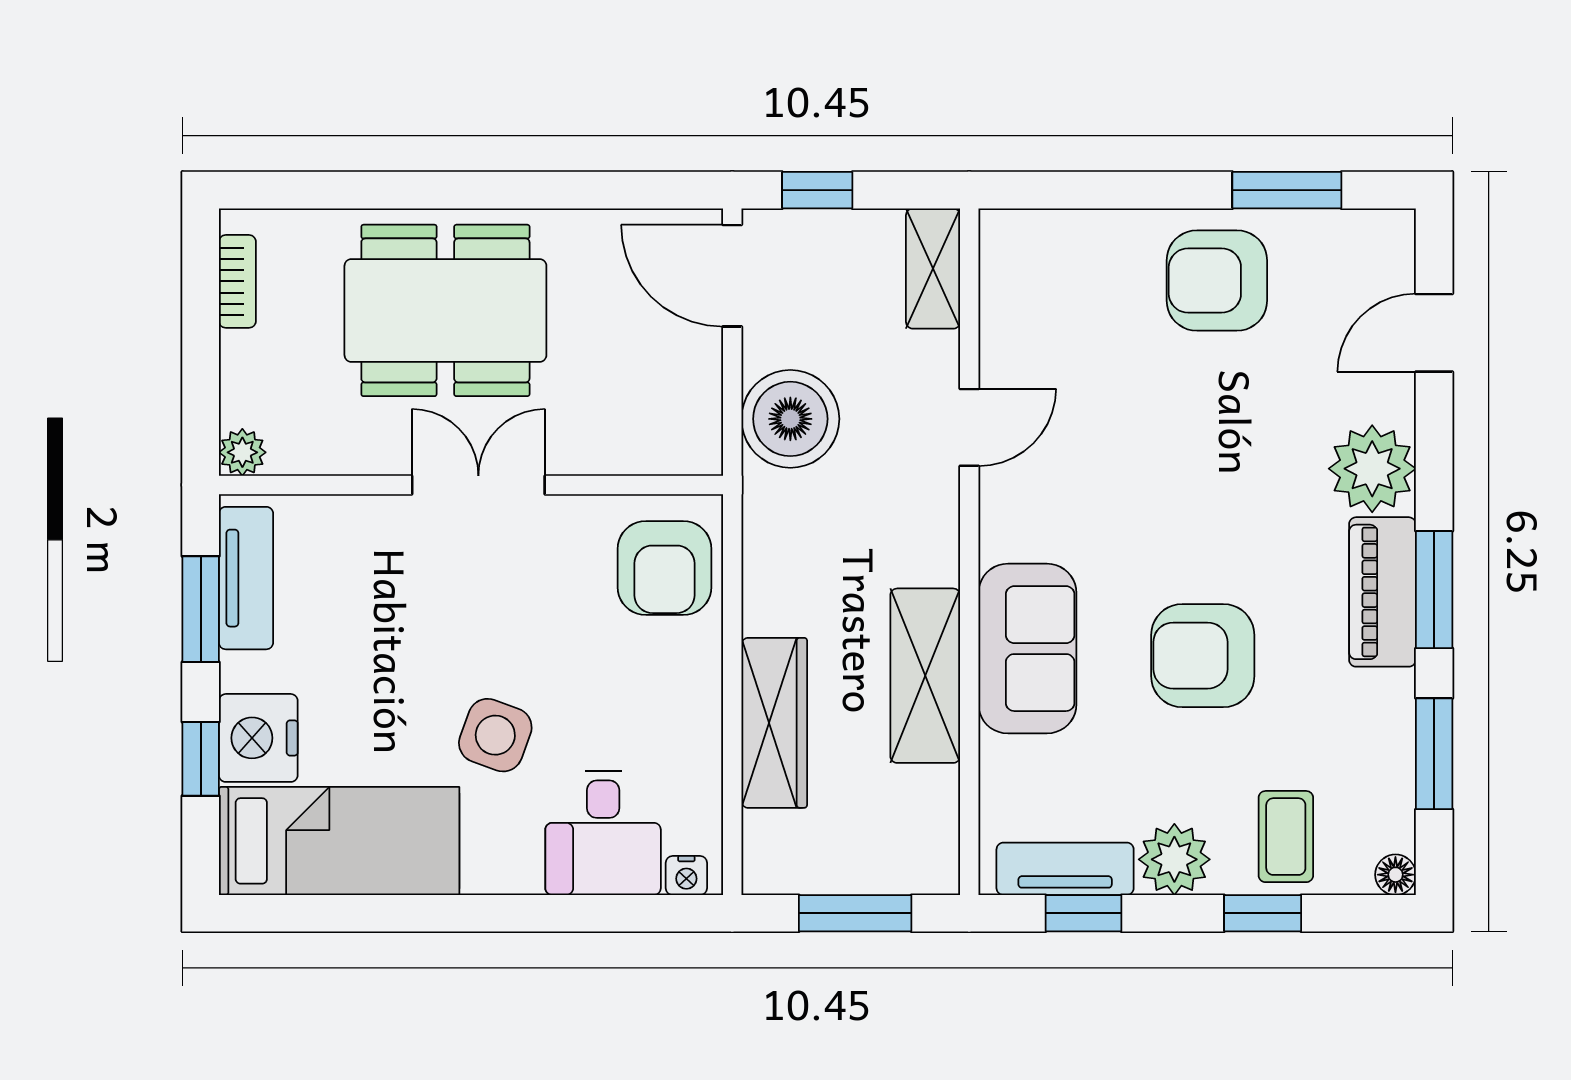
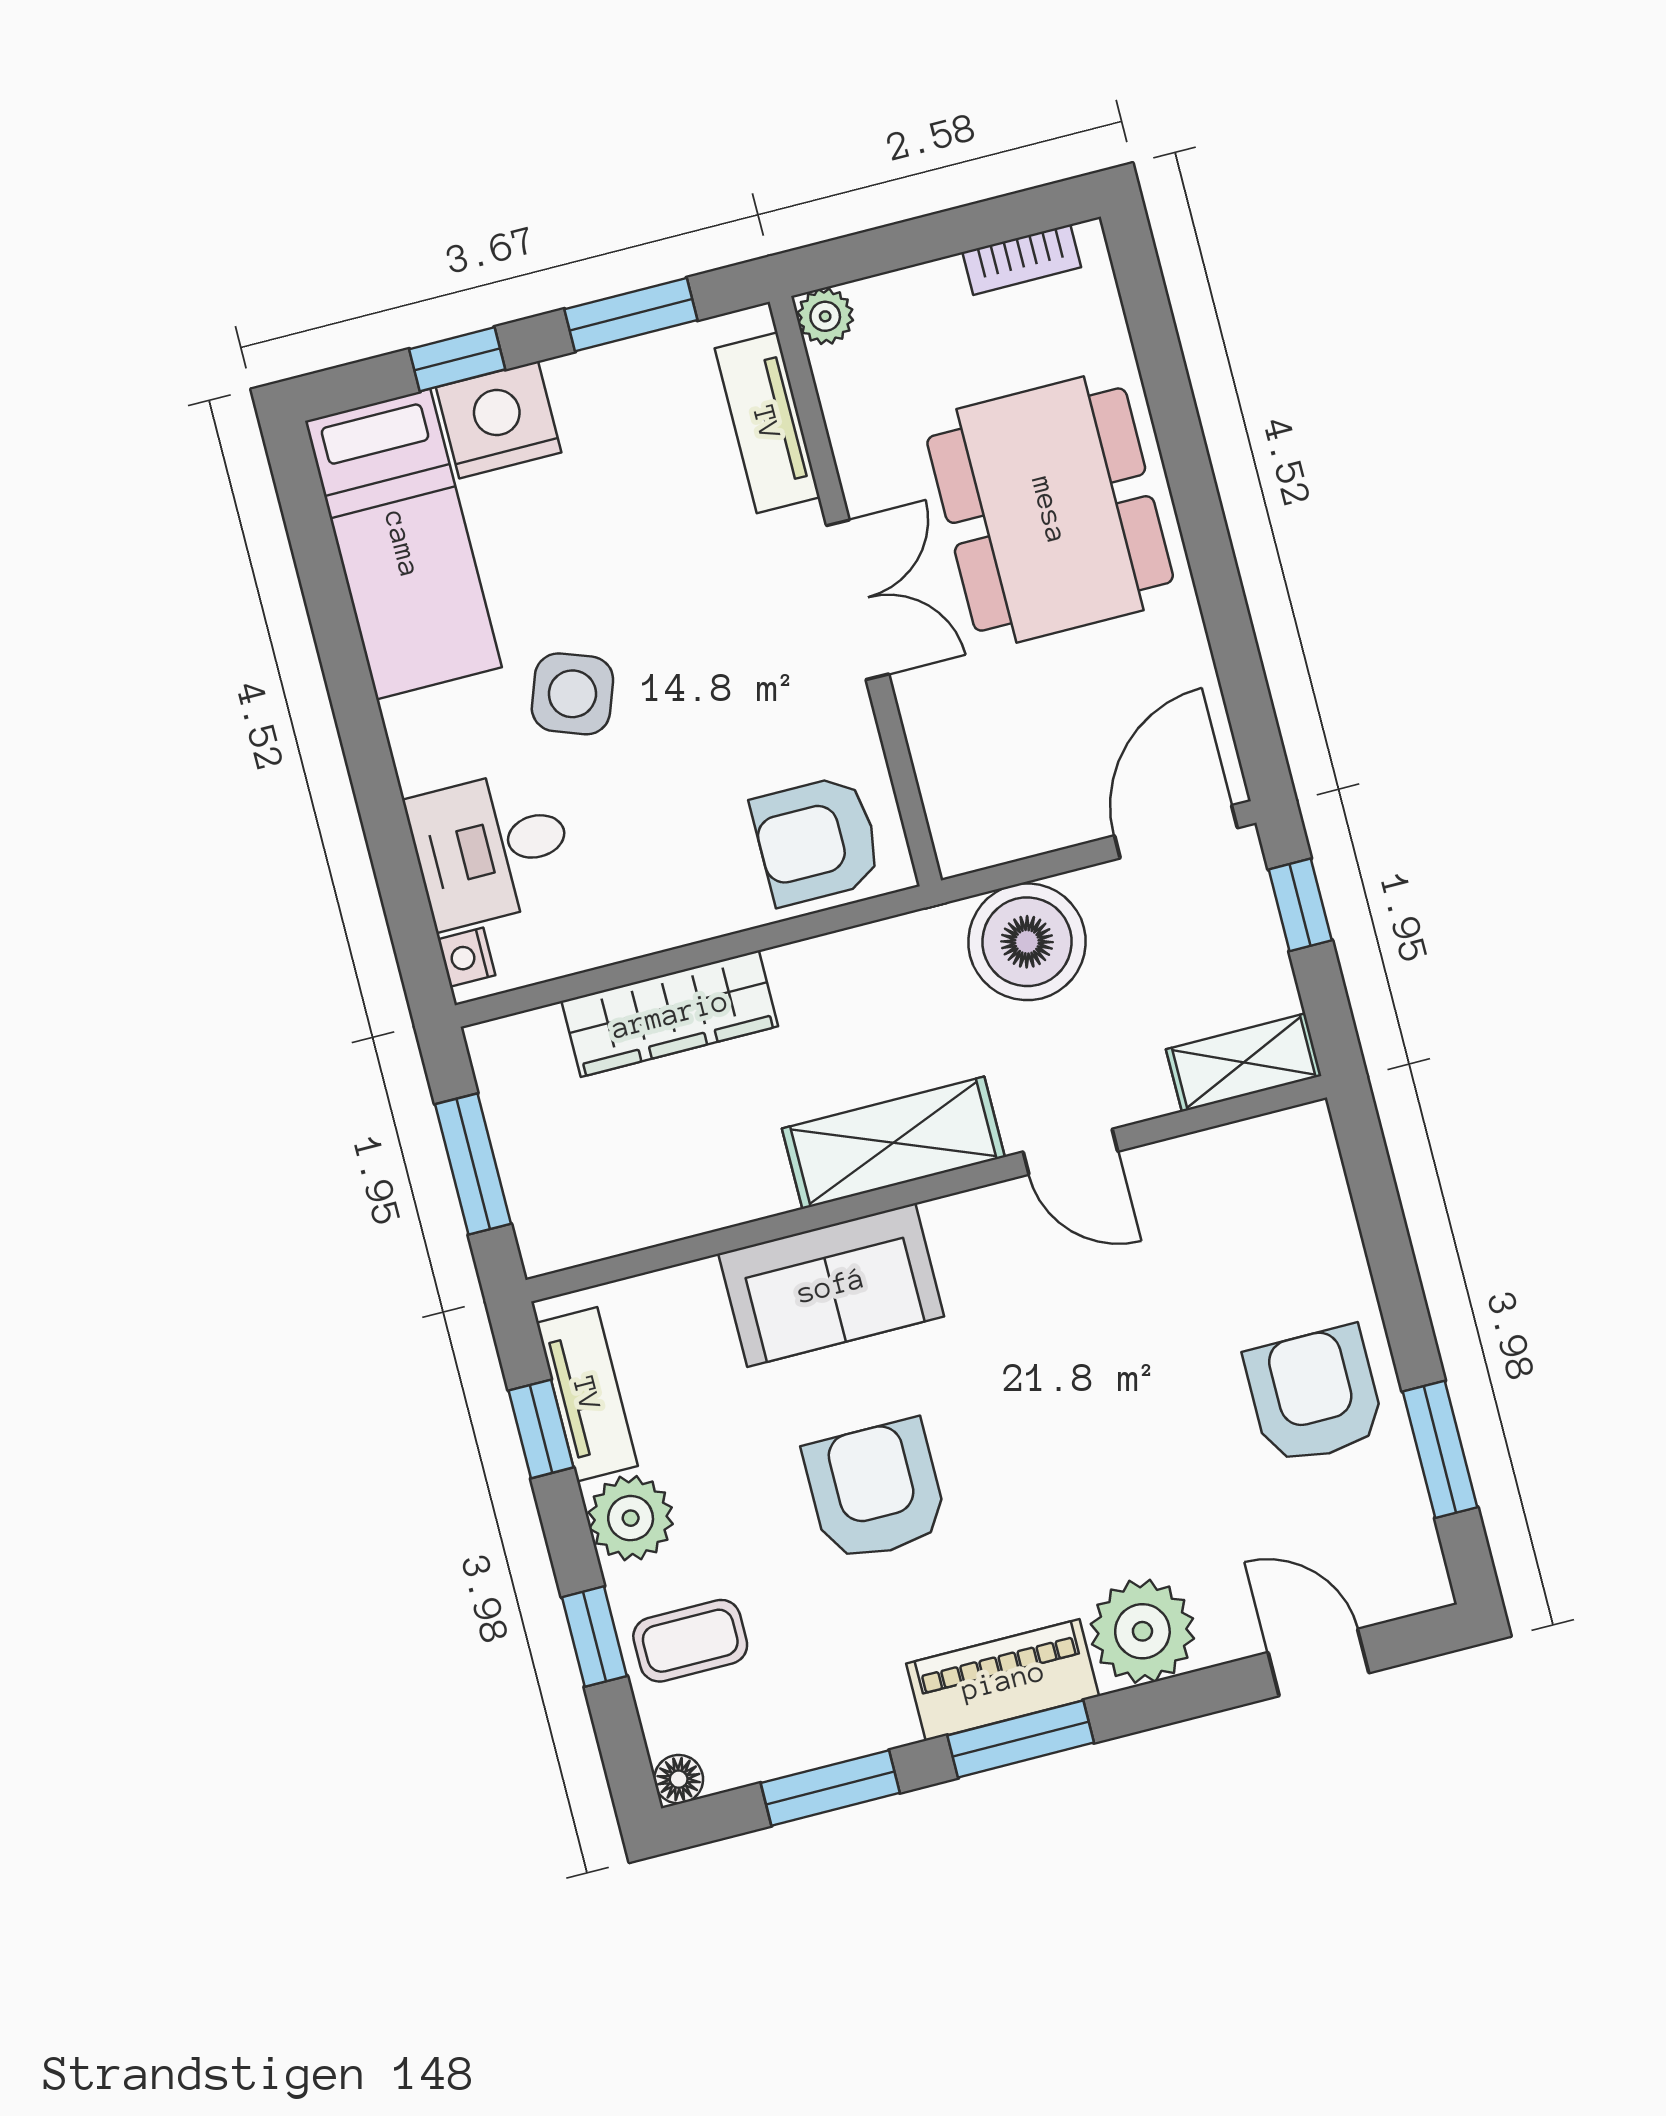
tv unit: (246, 578) -> (767, 423), moved, turned 90
shelving: (925, 676) -> (893, 1143), moved

